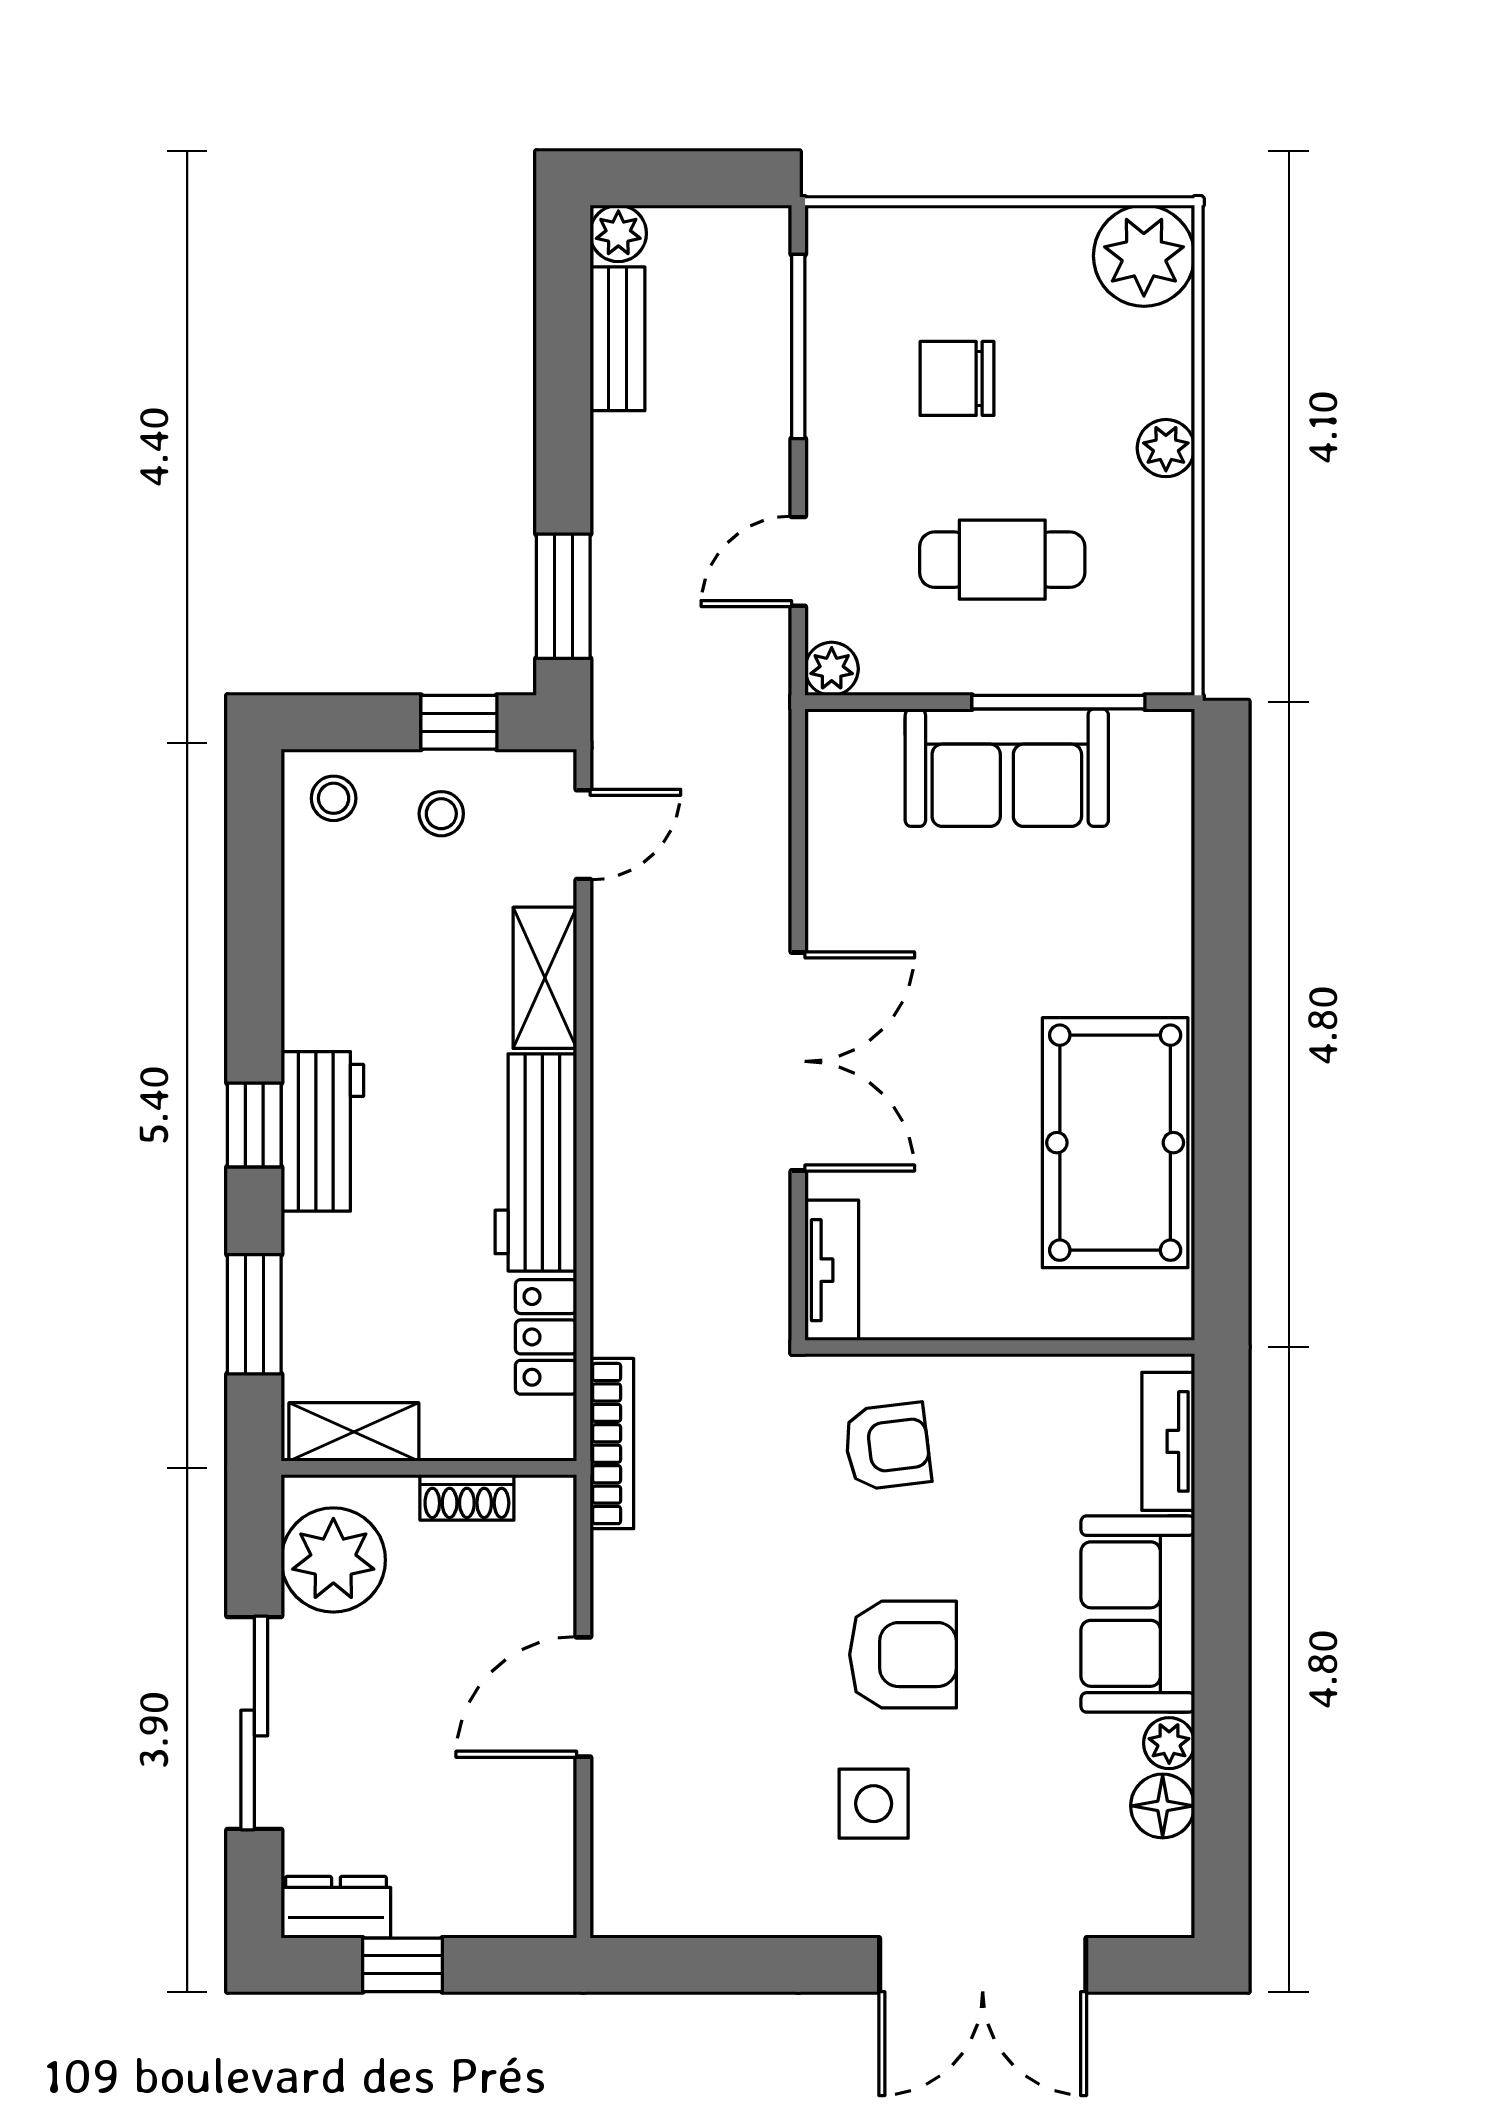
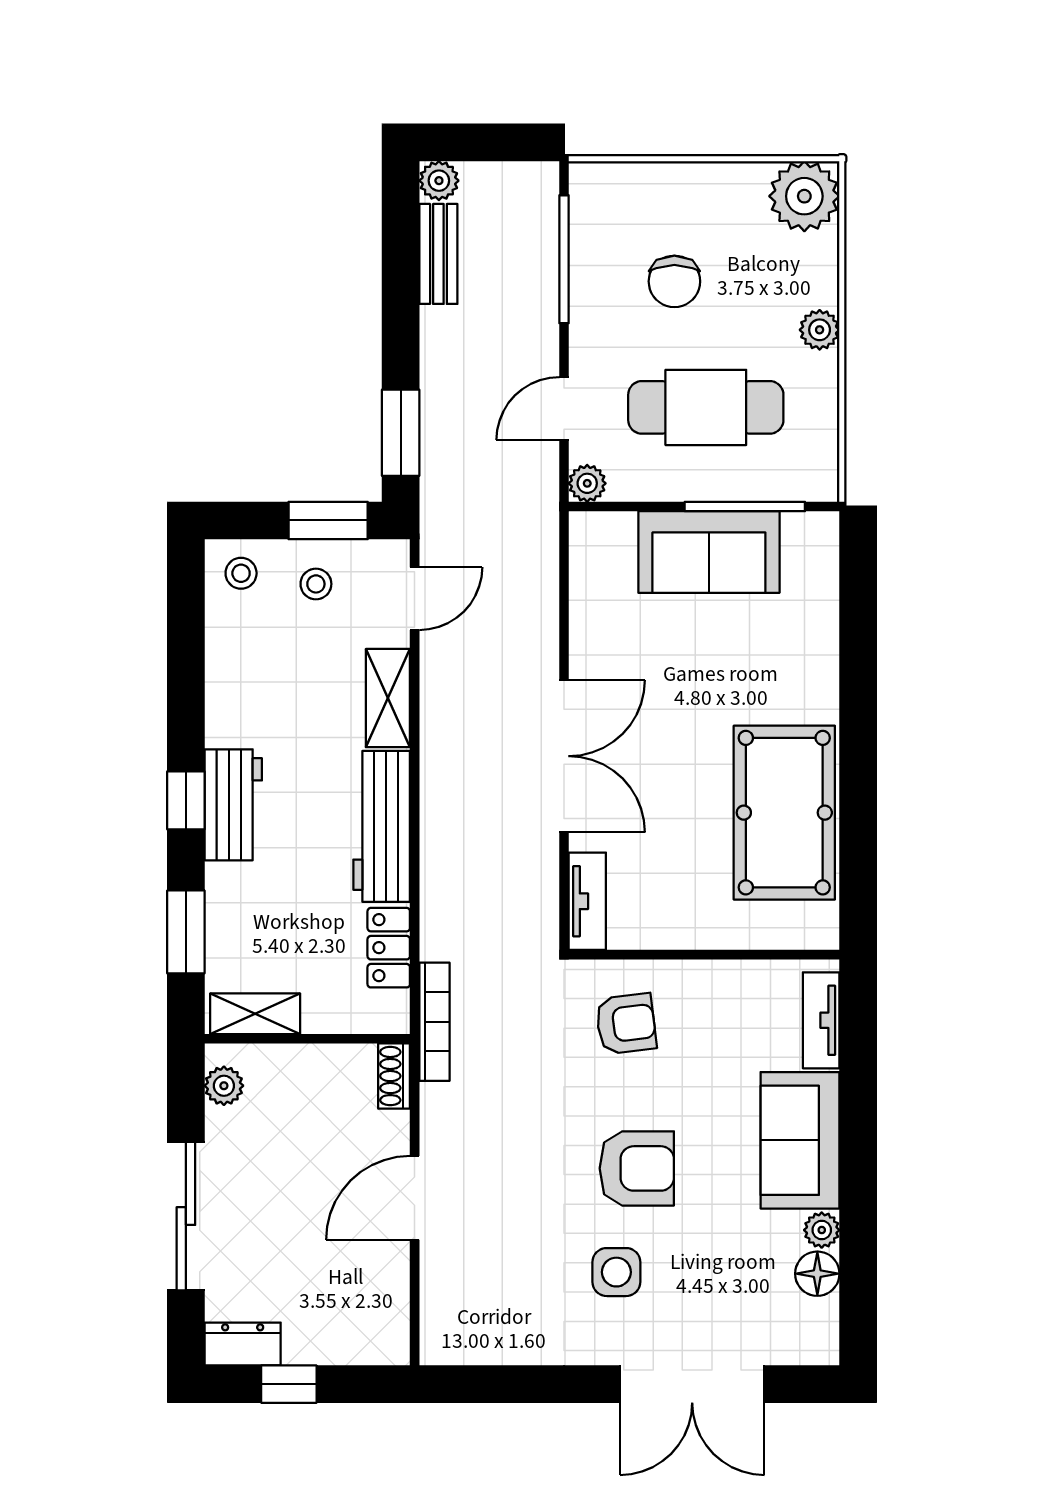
chair: (957, 378) -> (674, 281), turned -90
cafe table: (1002, 560) -> (706, 407), width x1.37, depth x1.35
window: (459, 722) -> (328, 520), width x1.50
shoe rack: (467, 1497) -> (394, 1076), moved, turned 90
plant: (333, 1560) -> (224, 1086), width x0.53, depth x0.53

